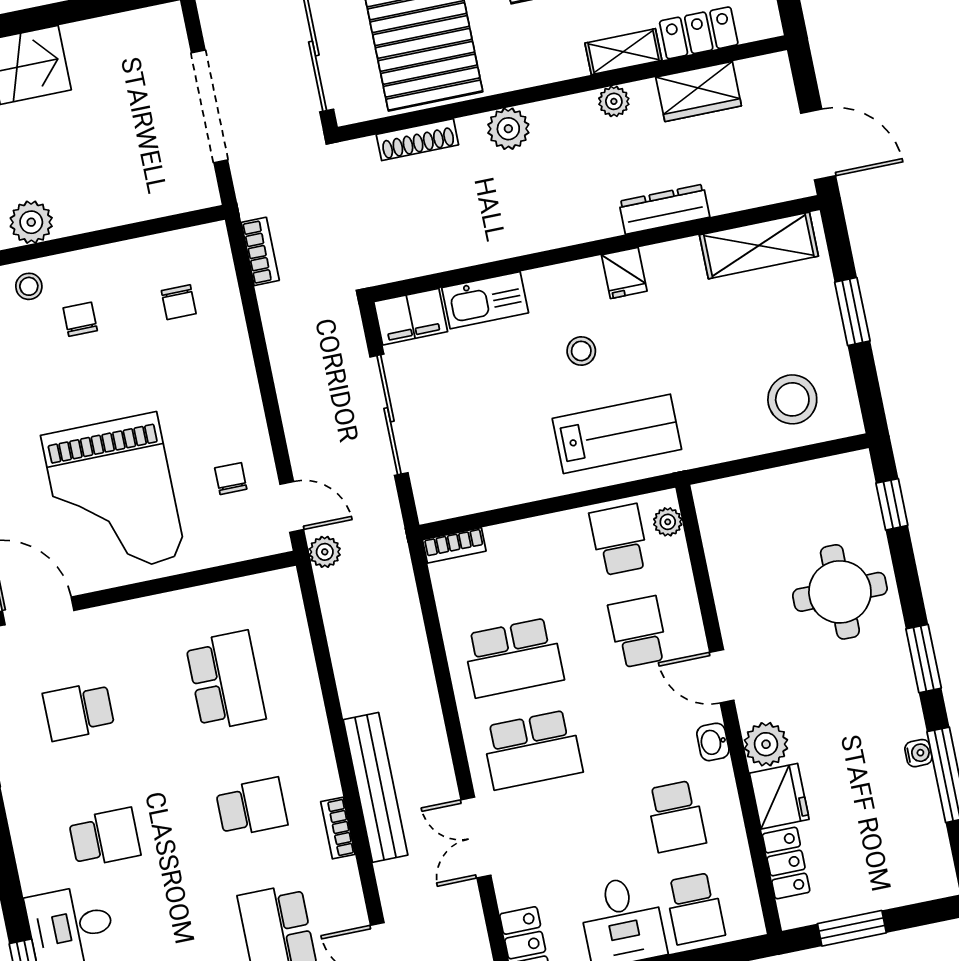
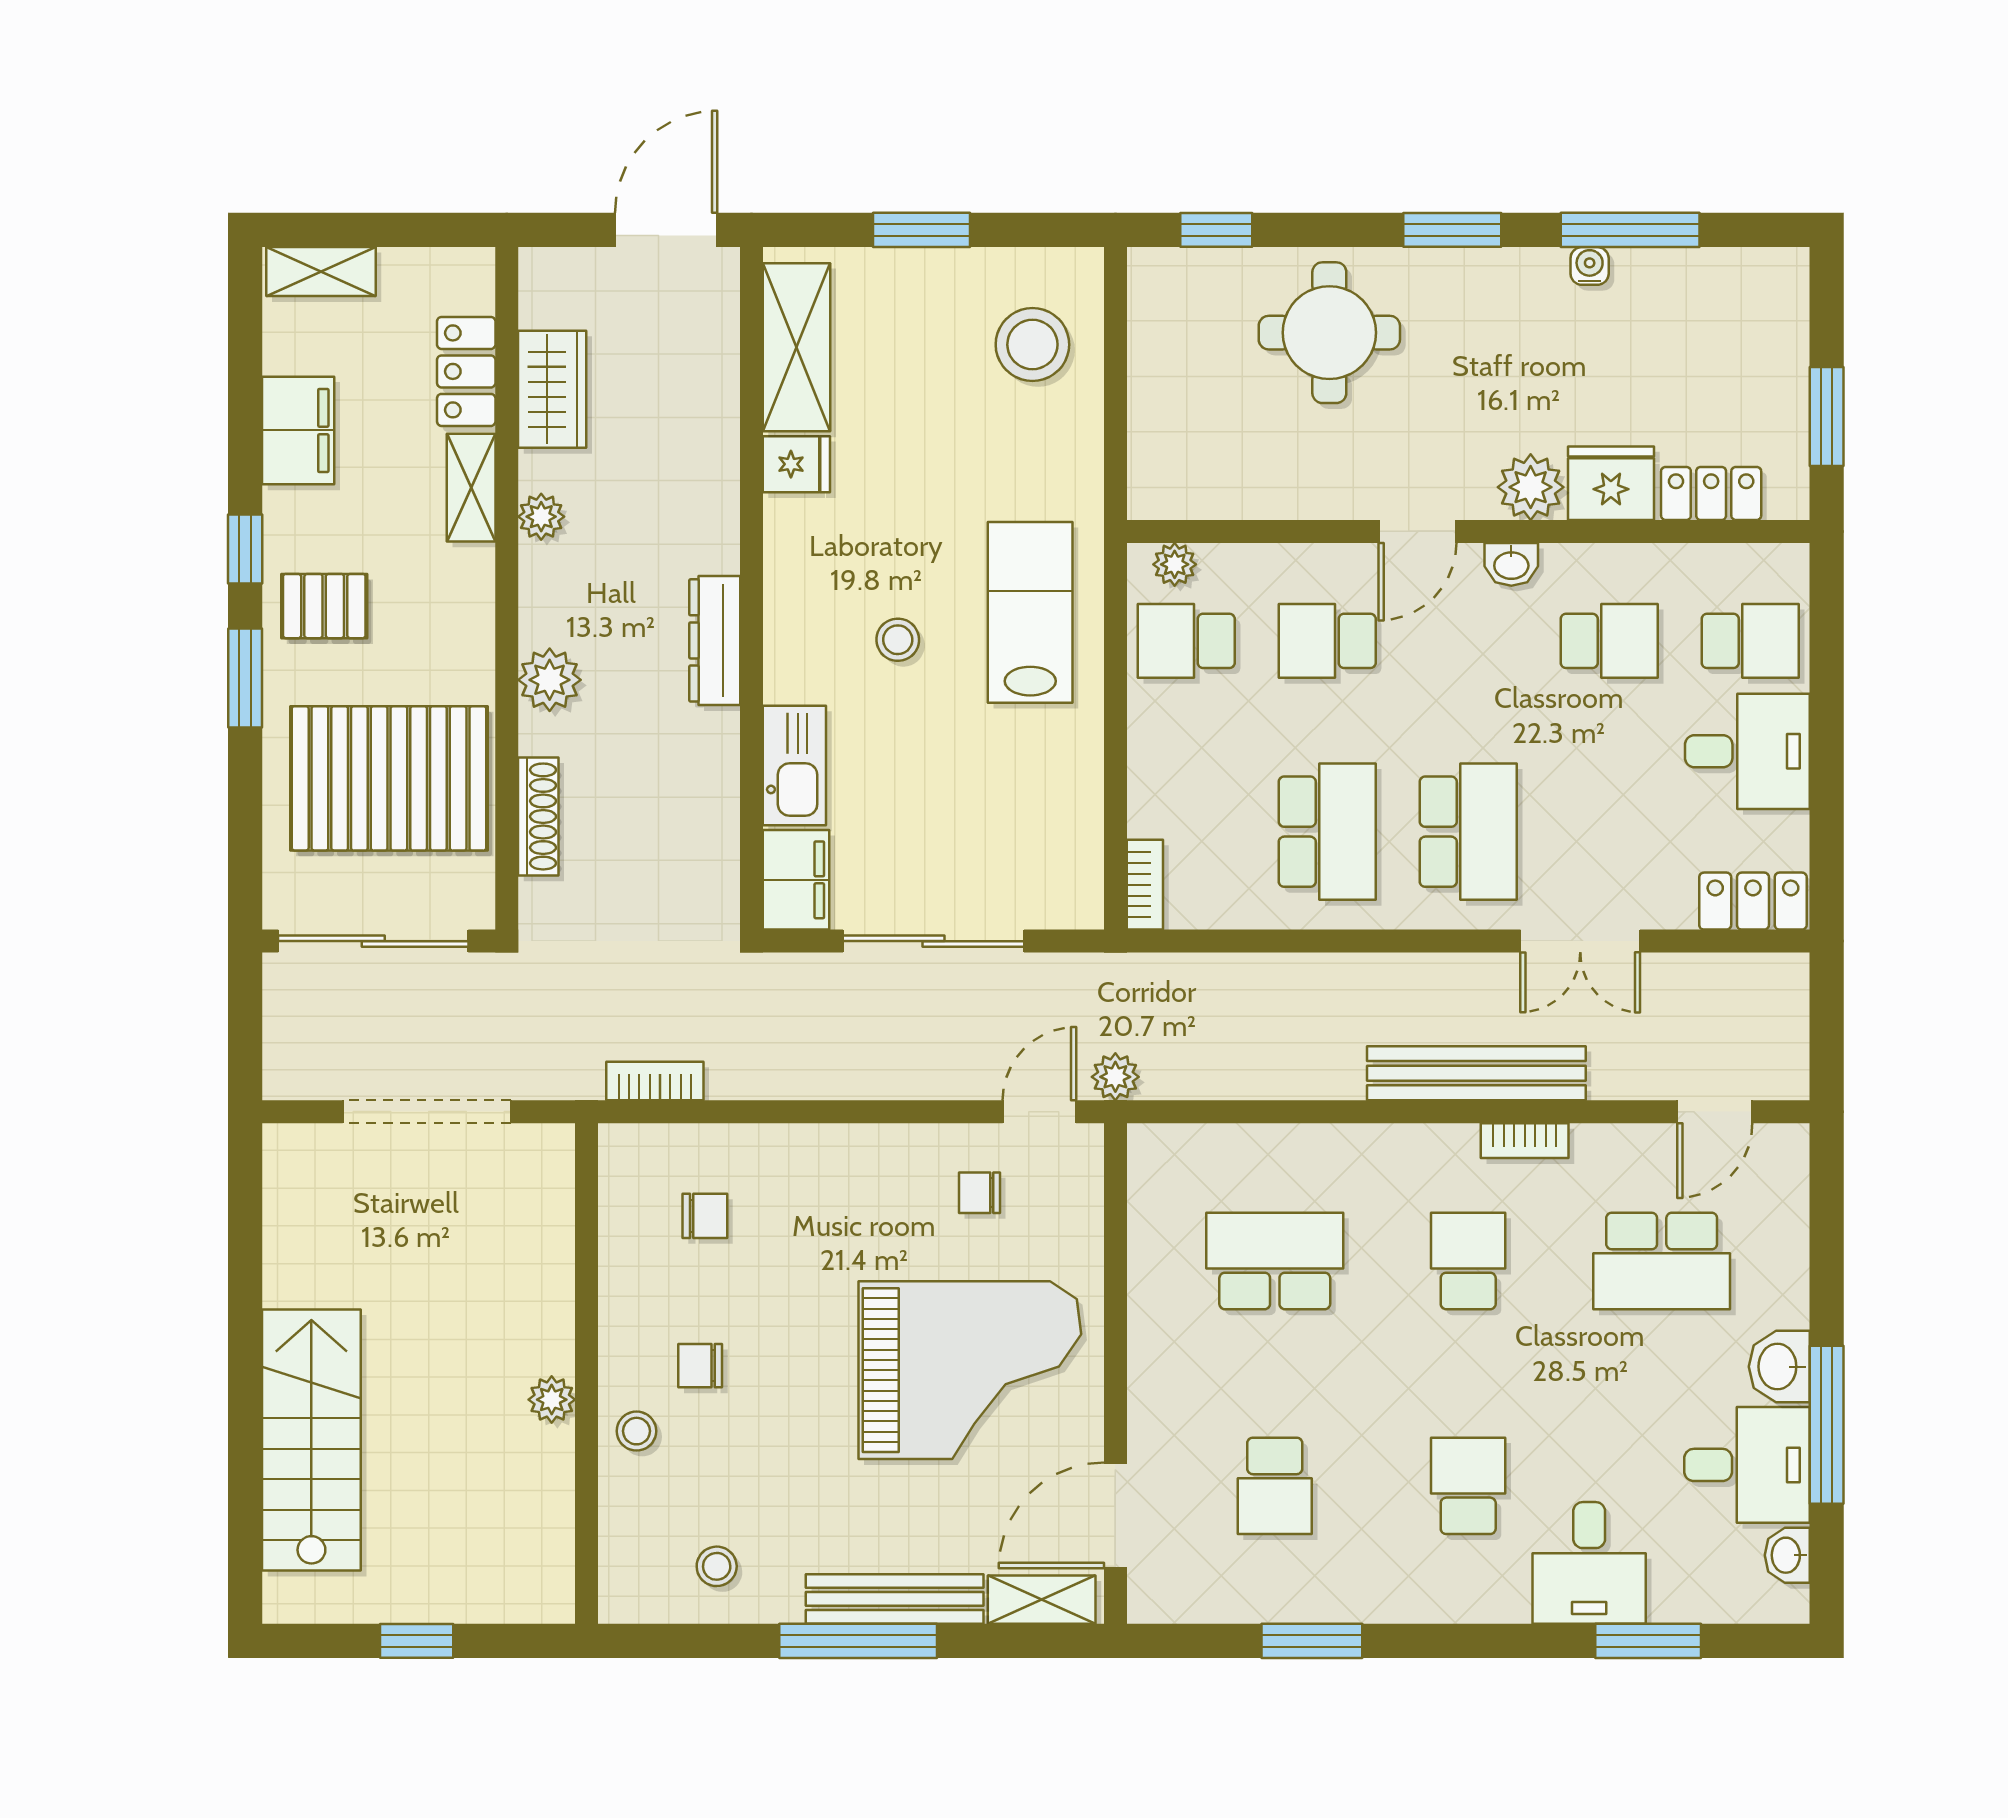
dresser: (664, 209) -> (715, 640), moved
plant: (31, 222) -> (552, 1400), width x0.73, depth x0.73
fridge: (624, 273) -> (796, 464), moved

